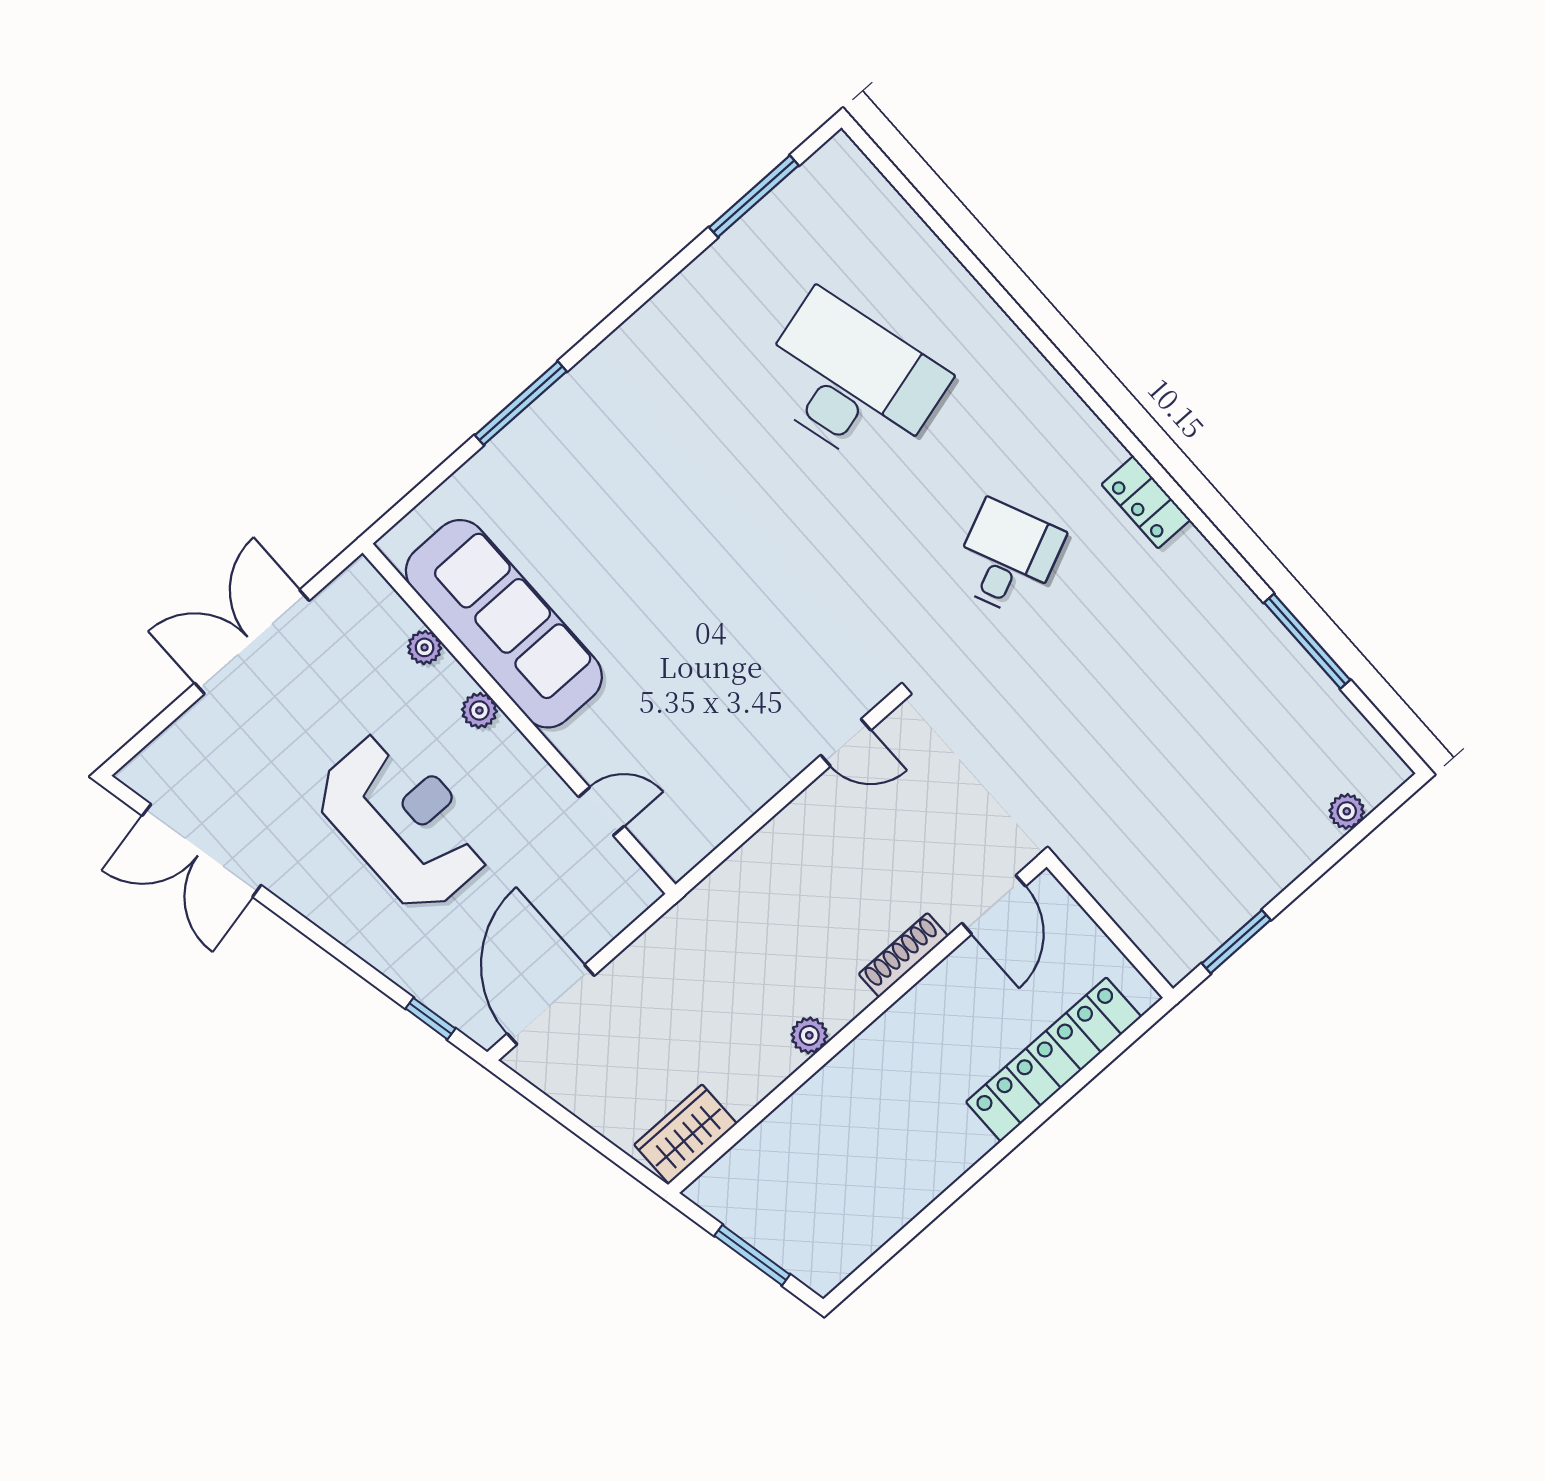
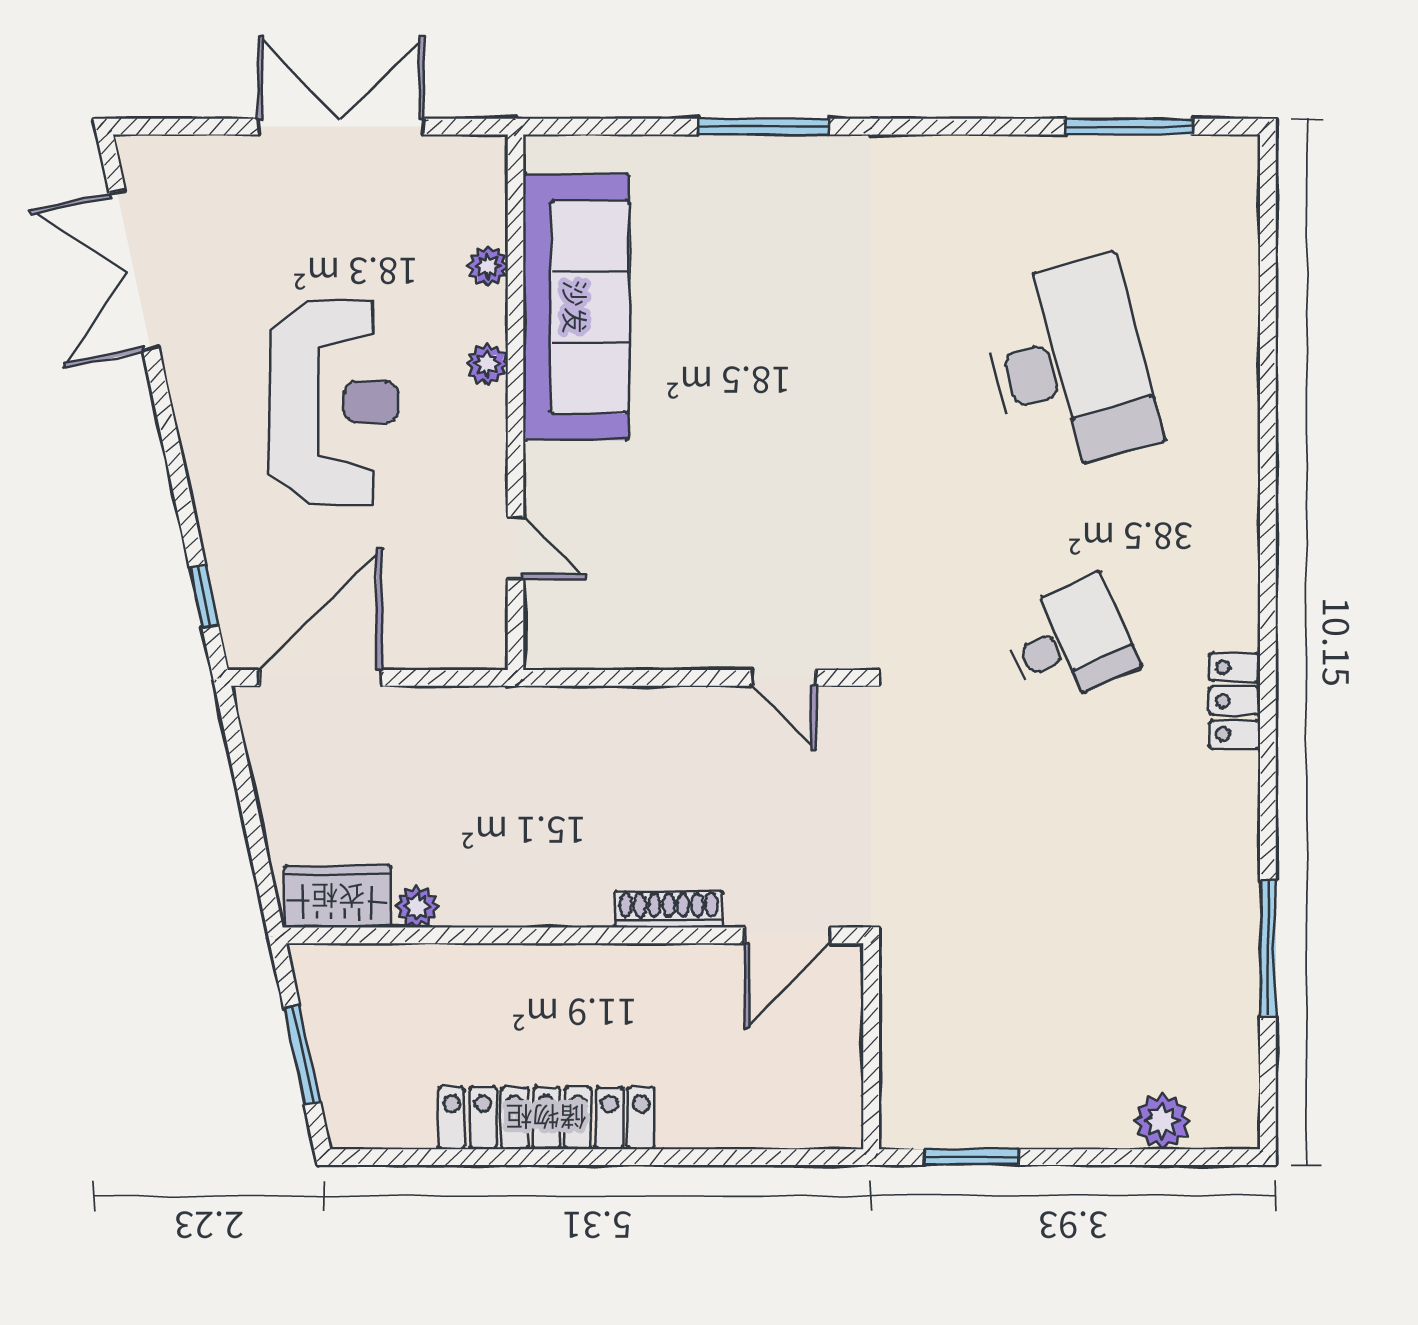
plant: (1347, 811) -> (1162, 1121), width x1.38, depth x1.38
plant: (809, 1035) -> (417, 906), moved
locker: (1054, 1059) -> (546, 1118), moved

